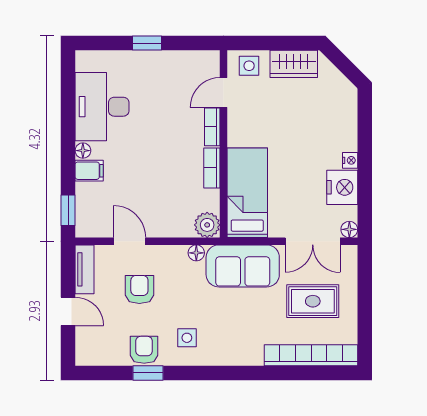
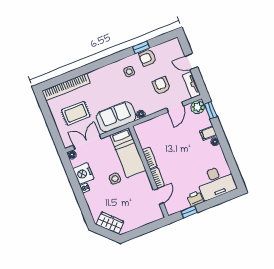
window: (147, 43) -> (189, 212), moved
printer: (159, 62) -> (195, 199), added
wardrobe: (294, 64) -> (110, 223), moved, turned 45
side table: (249, 66) -> (115, 179), moved
desk: (102, 107) -> (216, 182), moved, turned 90
plant: (207, 225) -> (198, 107), moved
door: (130, 241) -> (175, 107), hinge flipped
armchair: (139, 289) -> (161, 86), turned 180
armchair: (144, 350) -> (147, 58), turned 90

